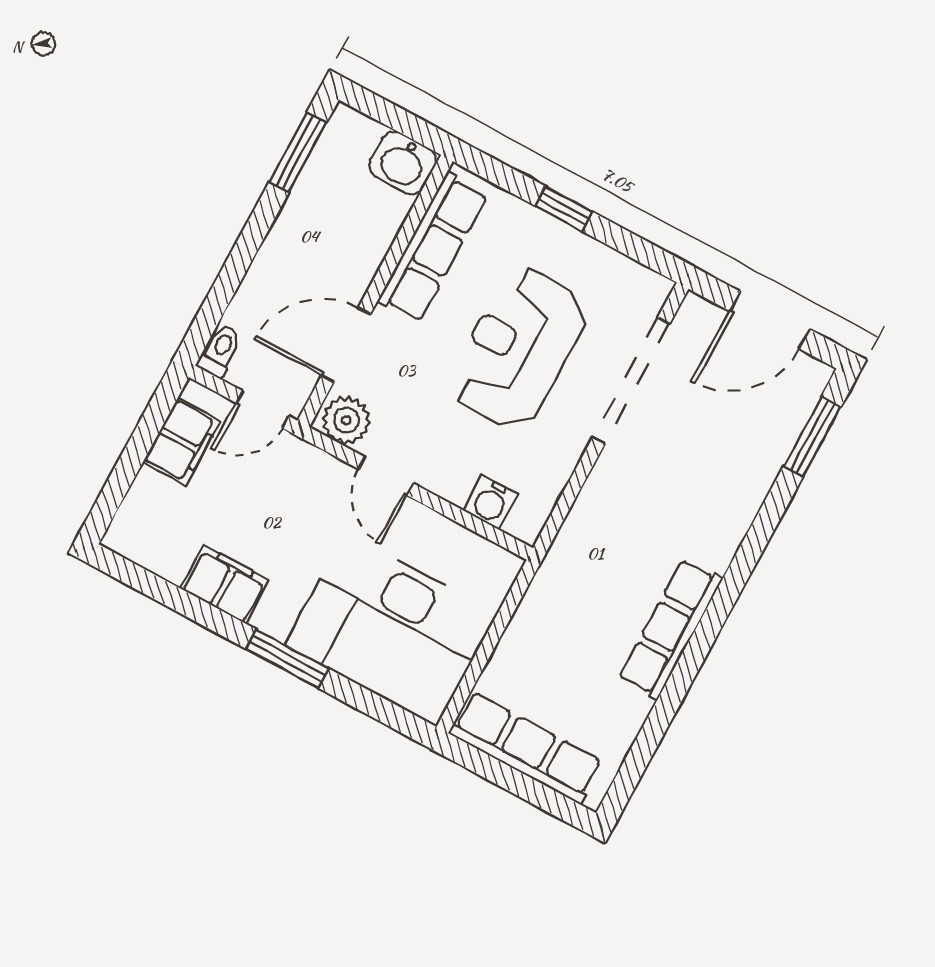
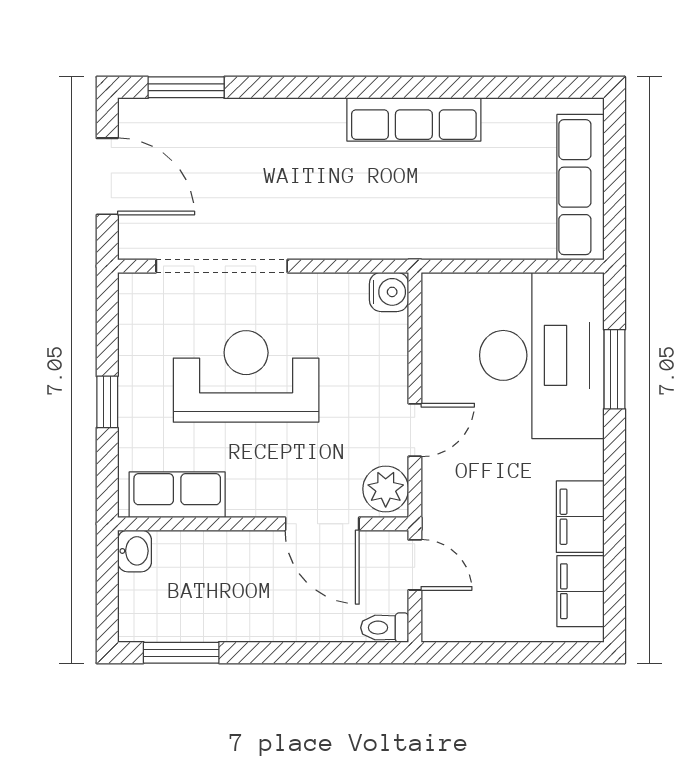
washbasin: (403, 163) -> (135, 551), width x0.72, depth x0.69
row of seats: (433, 248) -> (177, 495), width x0.68
reception desk: (518, 348) -> (246, 376), turned 180
filing cabinet: (182, 442) -> (580, 591), moved, turned -90
water cooler: (491, 502) -> (389, 292), moved
window: (287, 658) -> (614, 369), moved

